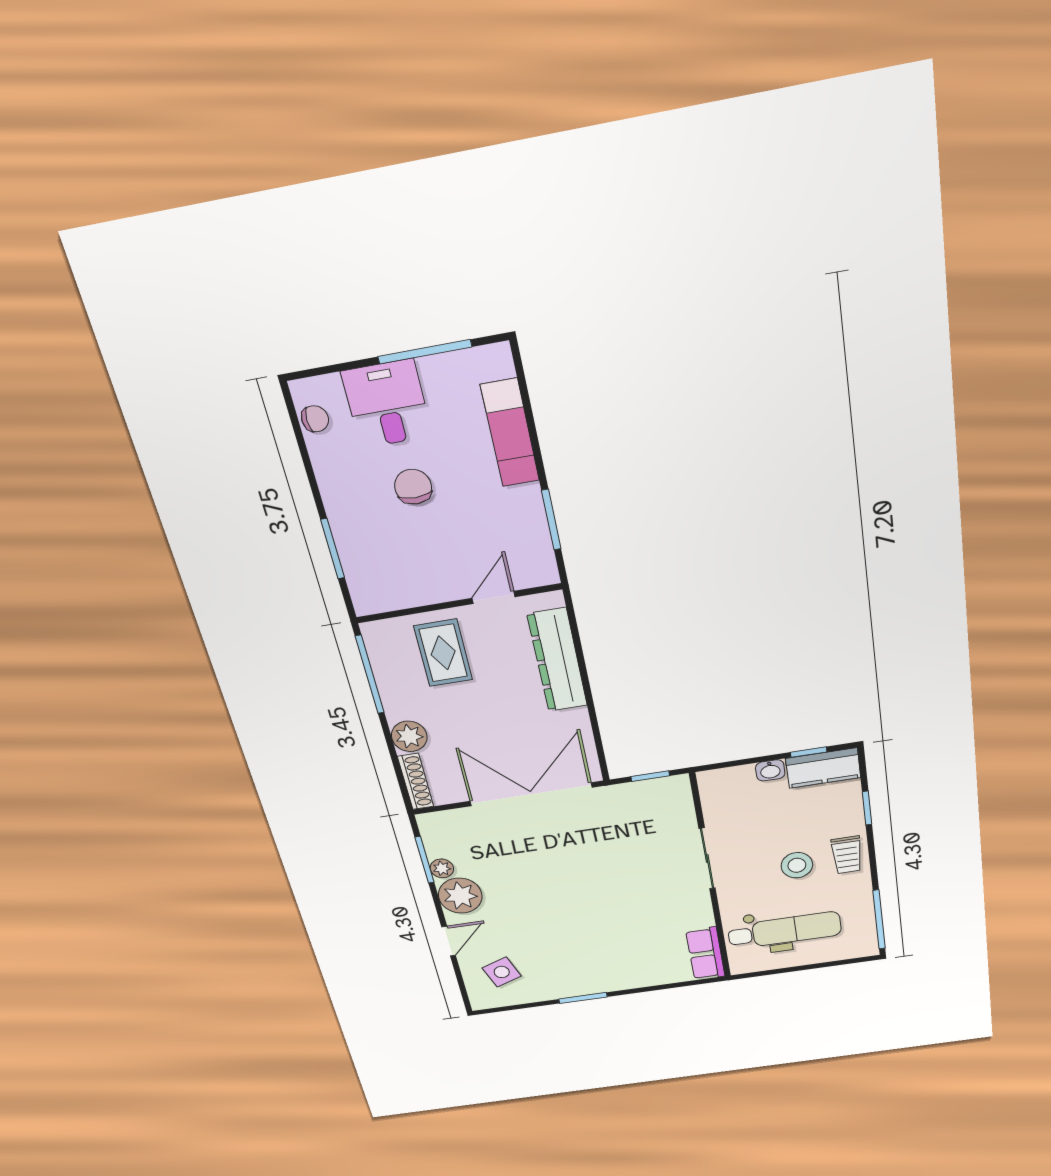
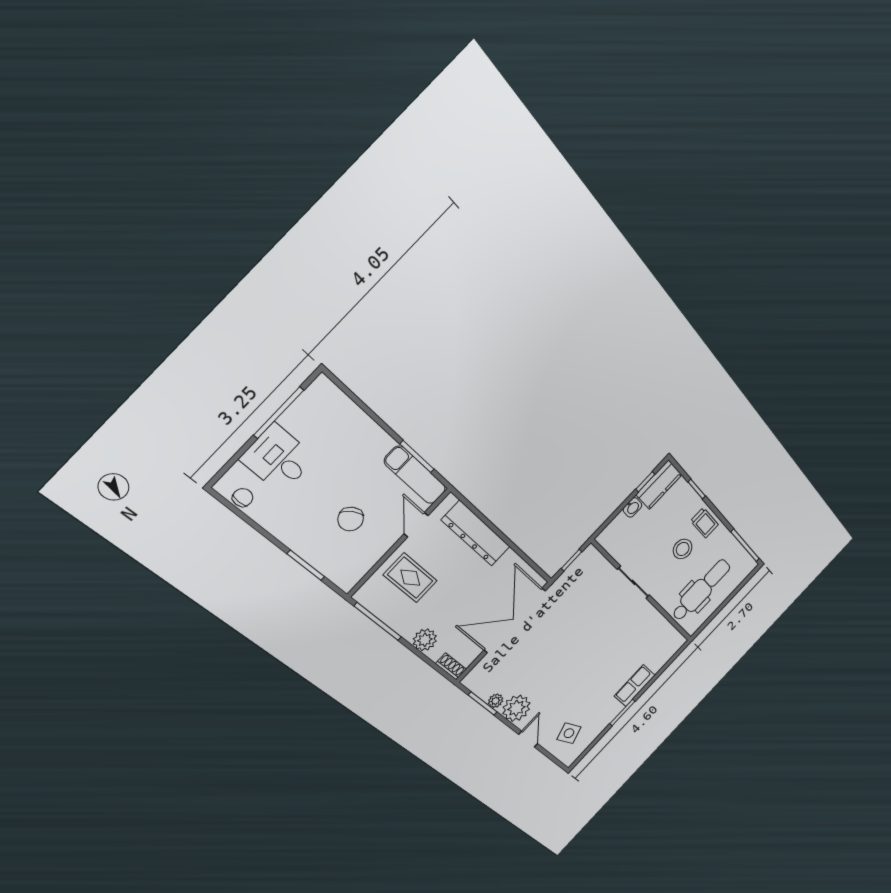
exam couch: (510, 433) -> (415, 475), moved
chair: (413, 487) -> (351, 519), moved, turned -123
shoe rack: (416, 781) -> (451, 666), width x0.70
row of seats: (705, 954) -> (635, 686), moved, turned 90

